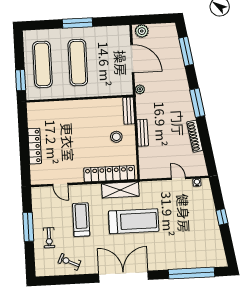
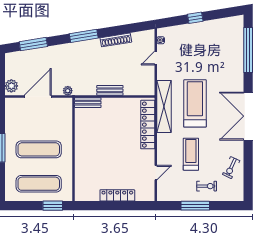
stool: (116, 137) -> (112, 116), removed
shelving: (120, 190) -> (164, 106), width x1.47
treadmill: (81, 220) -> (191, 154), turned 90

